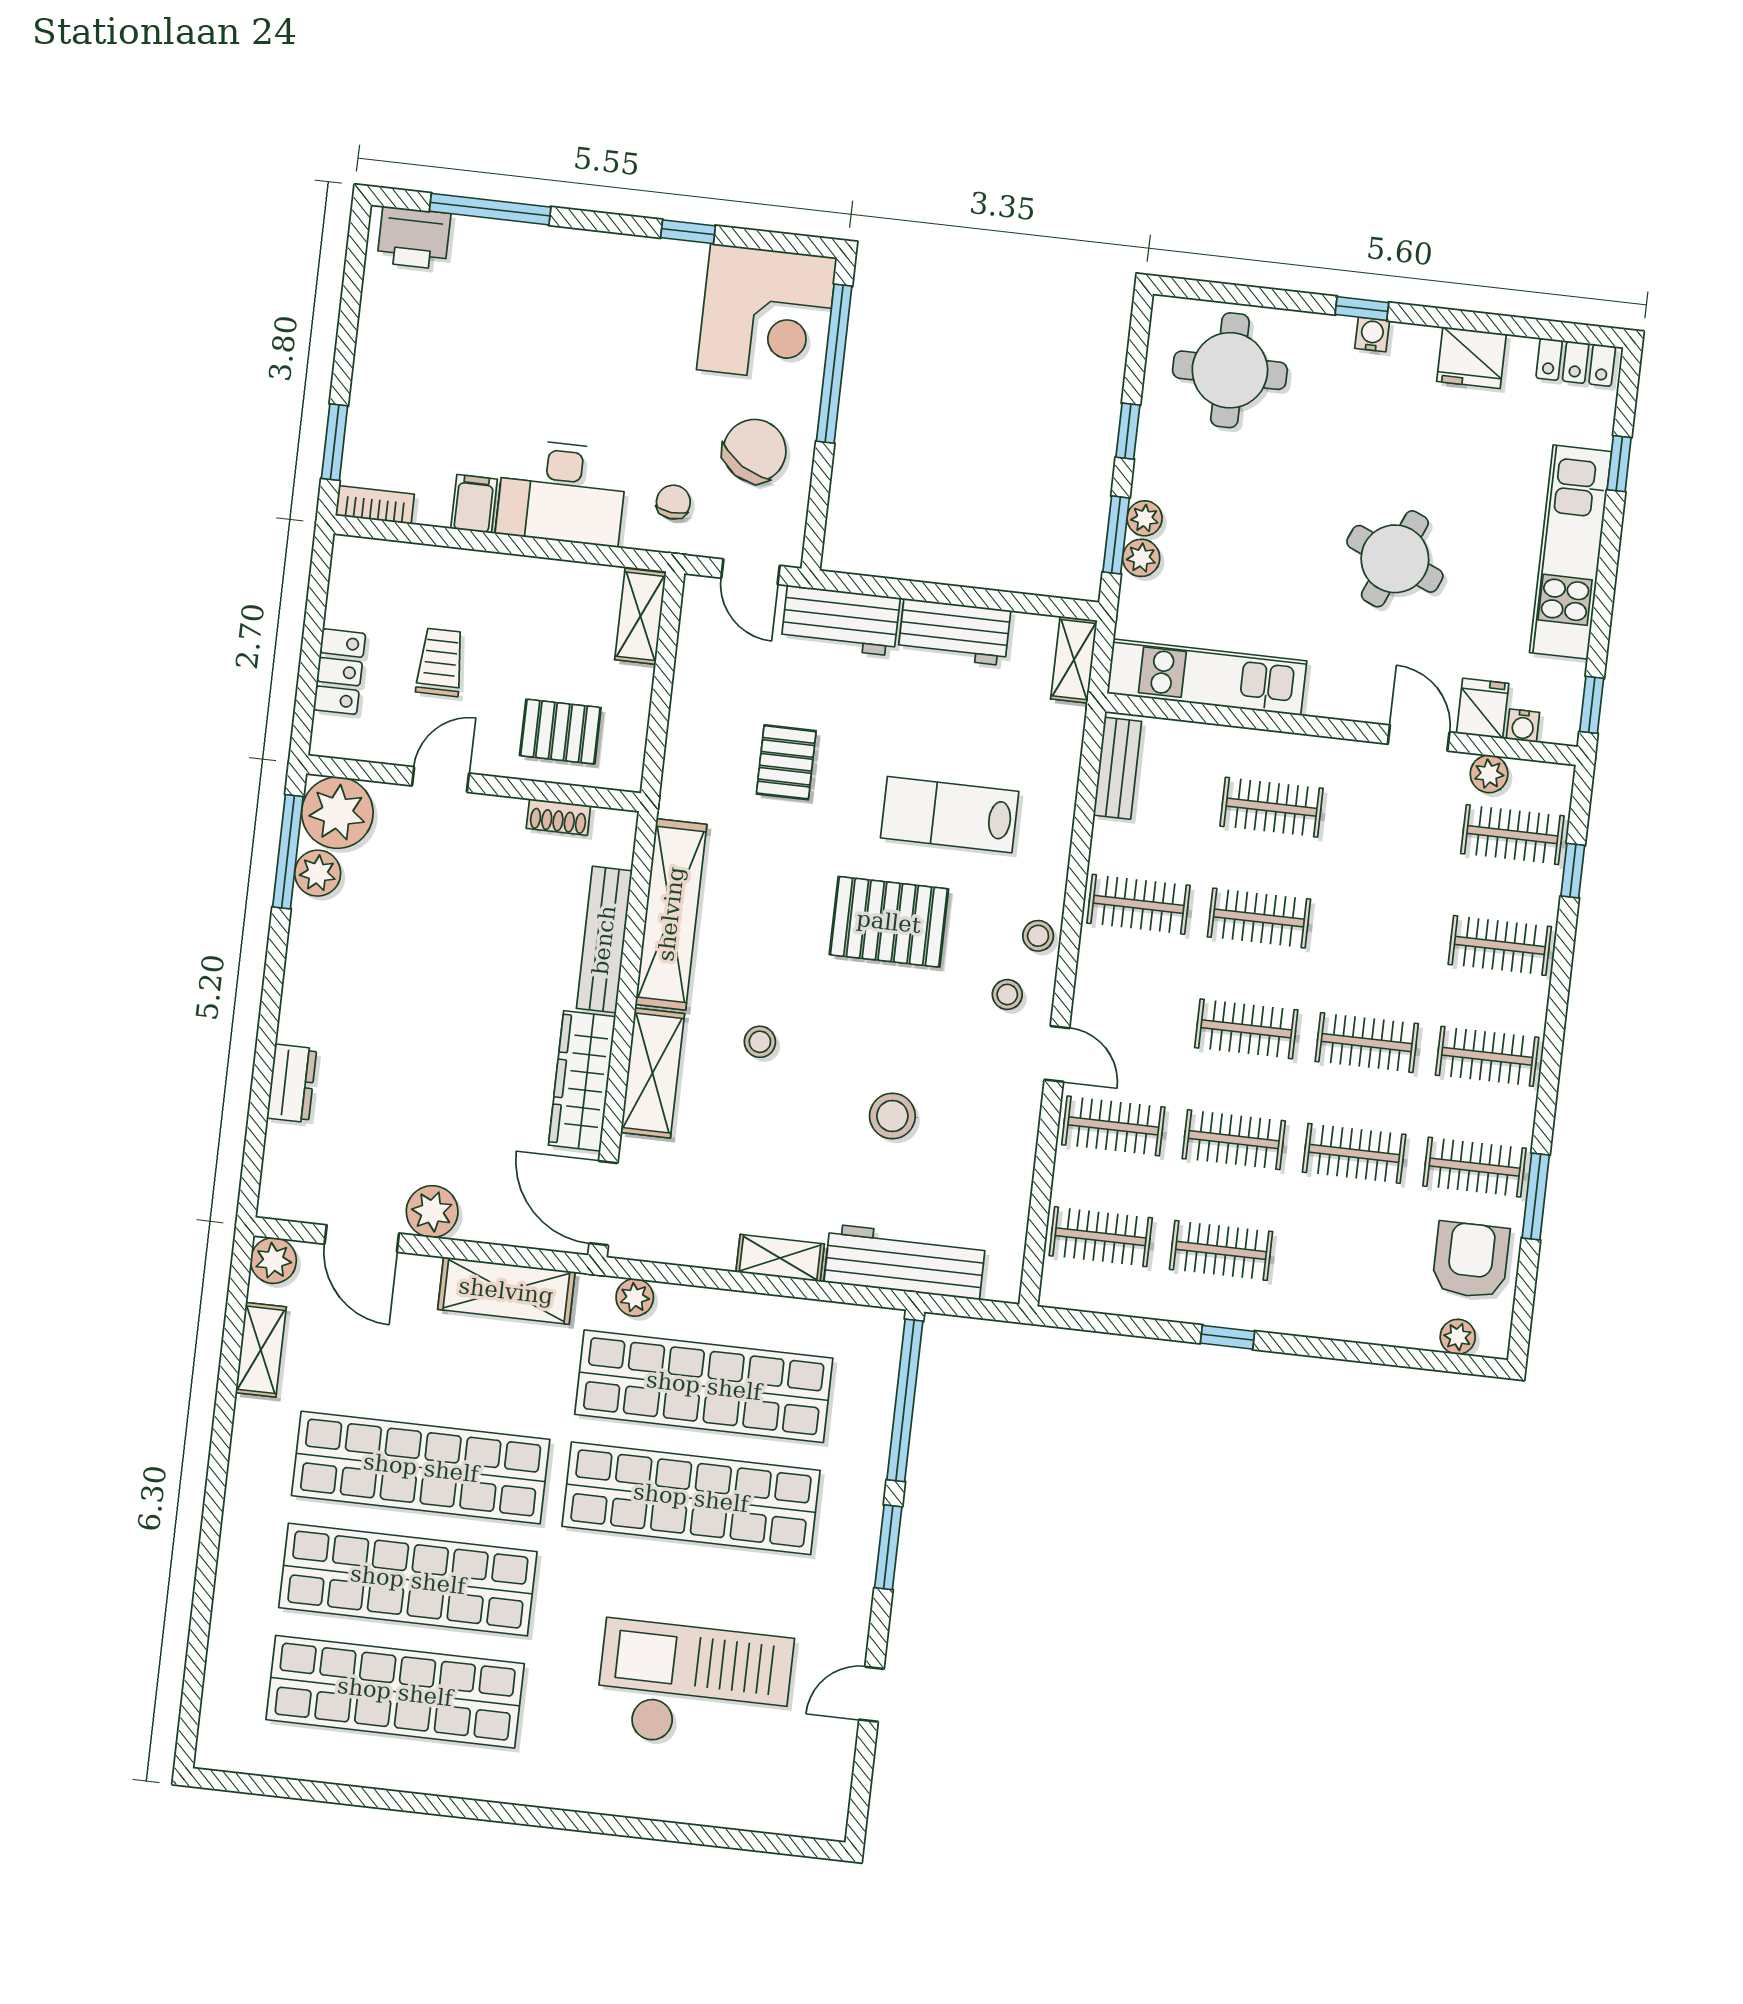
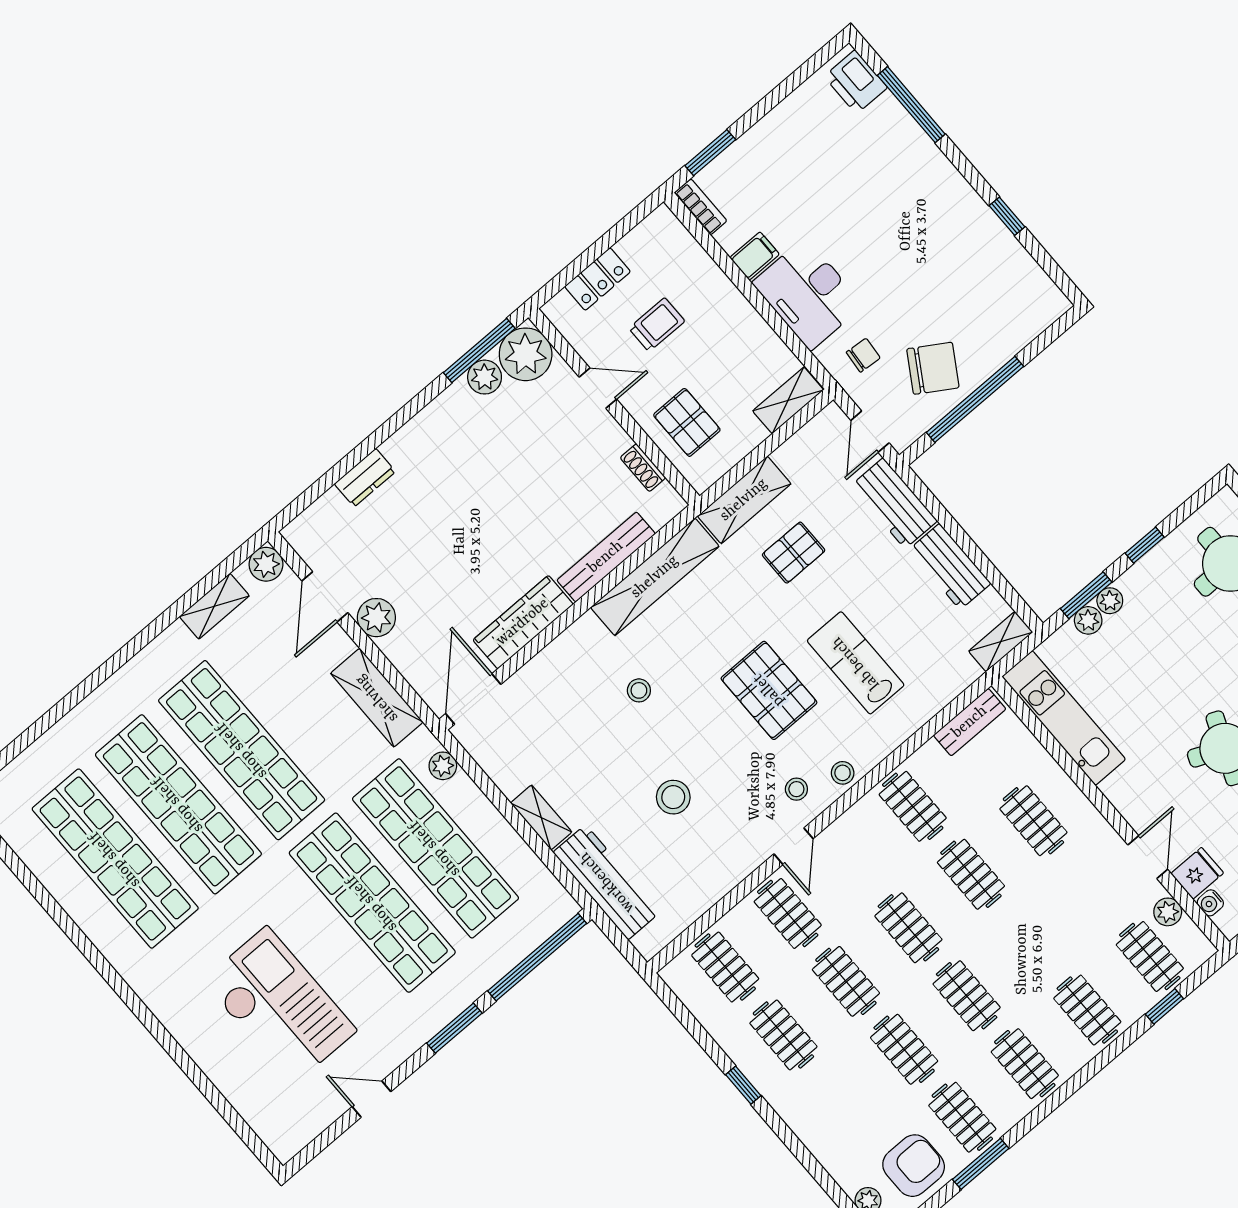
corner desk: (767, 314) -> (1008, 300), removed
window: (834, 364) -> (975, 399), moved
shelving: (653, 1073) -> (744, 500), moved

